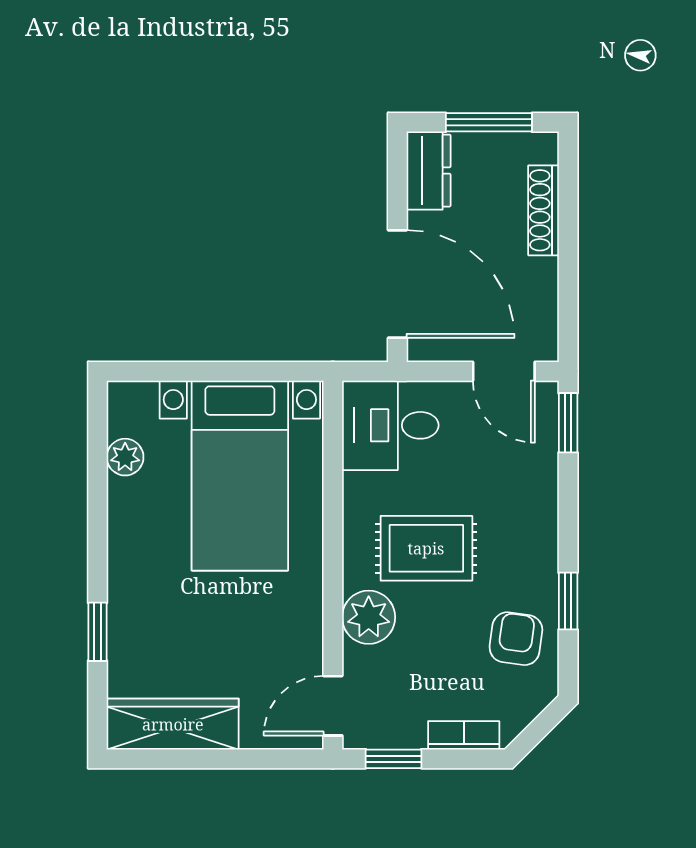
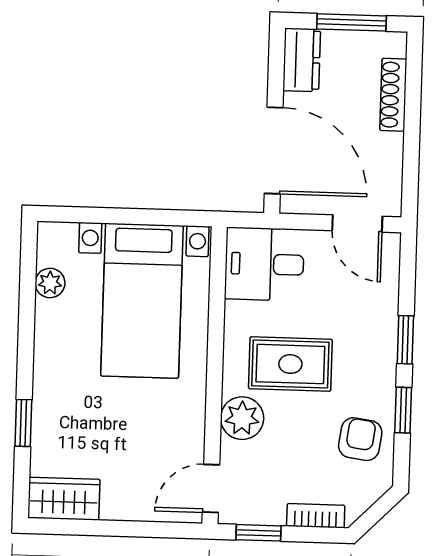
window: (568, 423) -> (405, 340), moved
wardrobe: (173, 724) -> (64, 499), width x0.67

